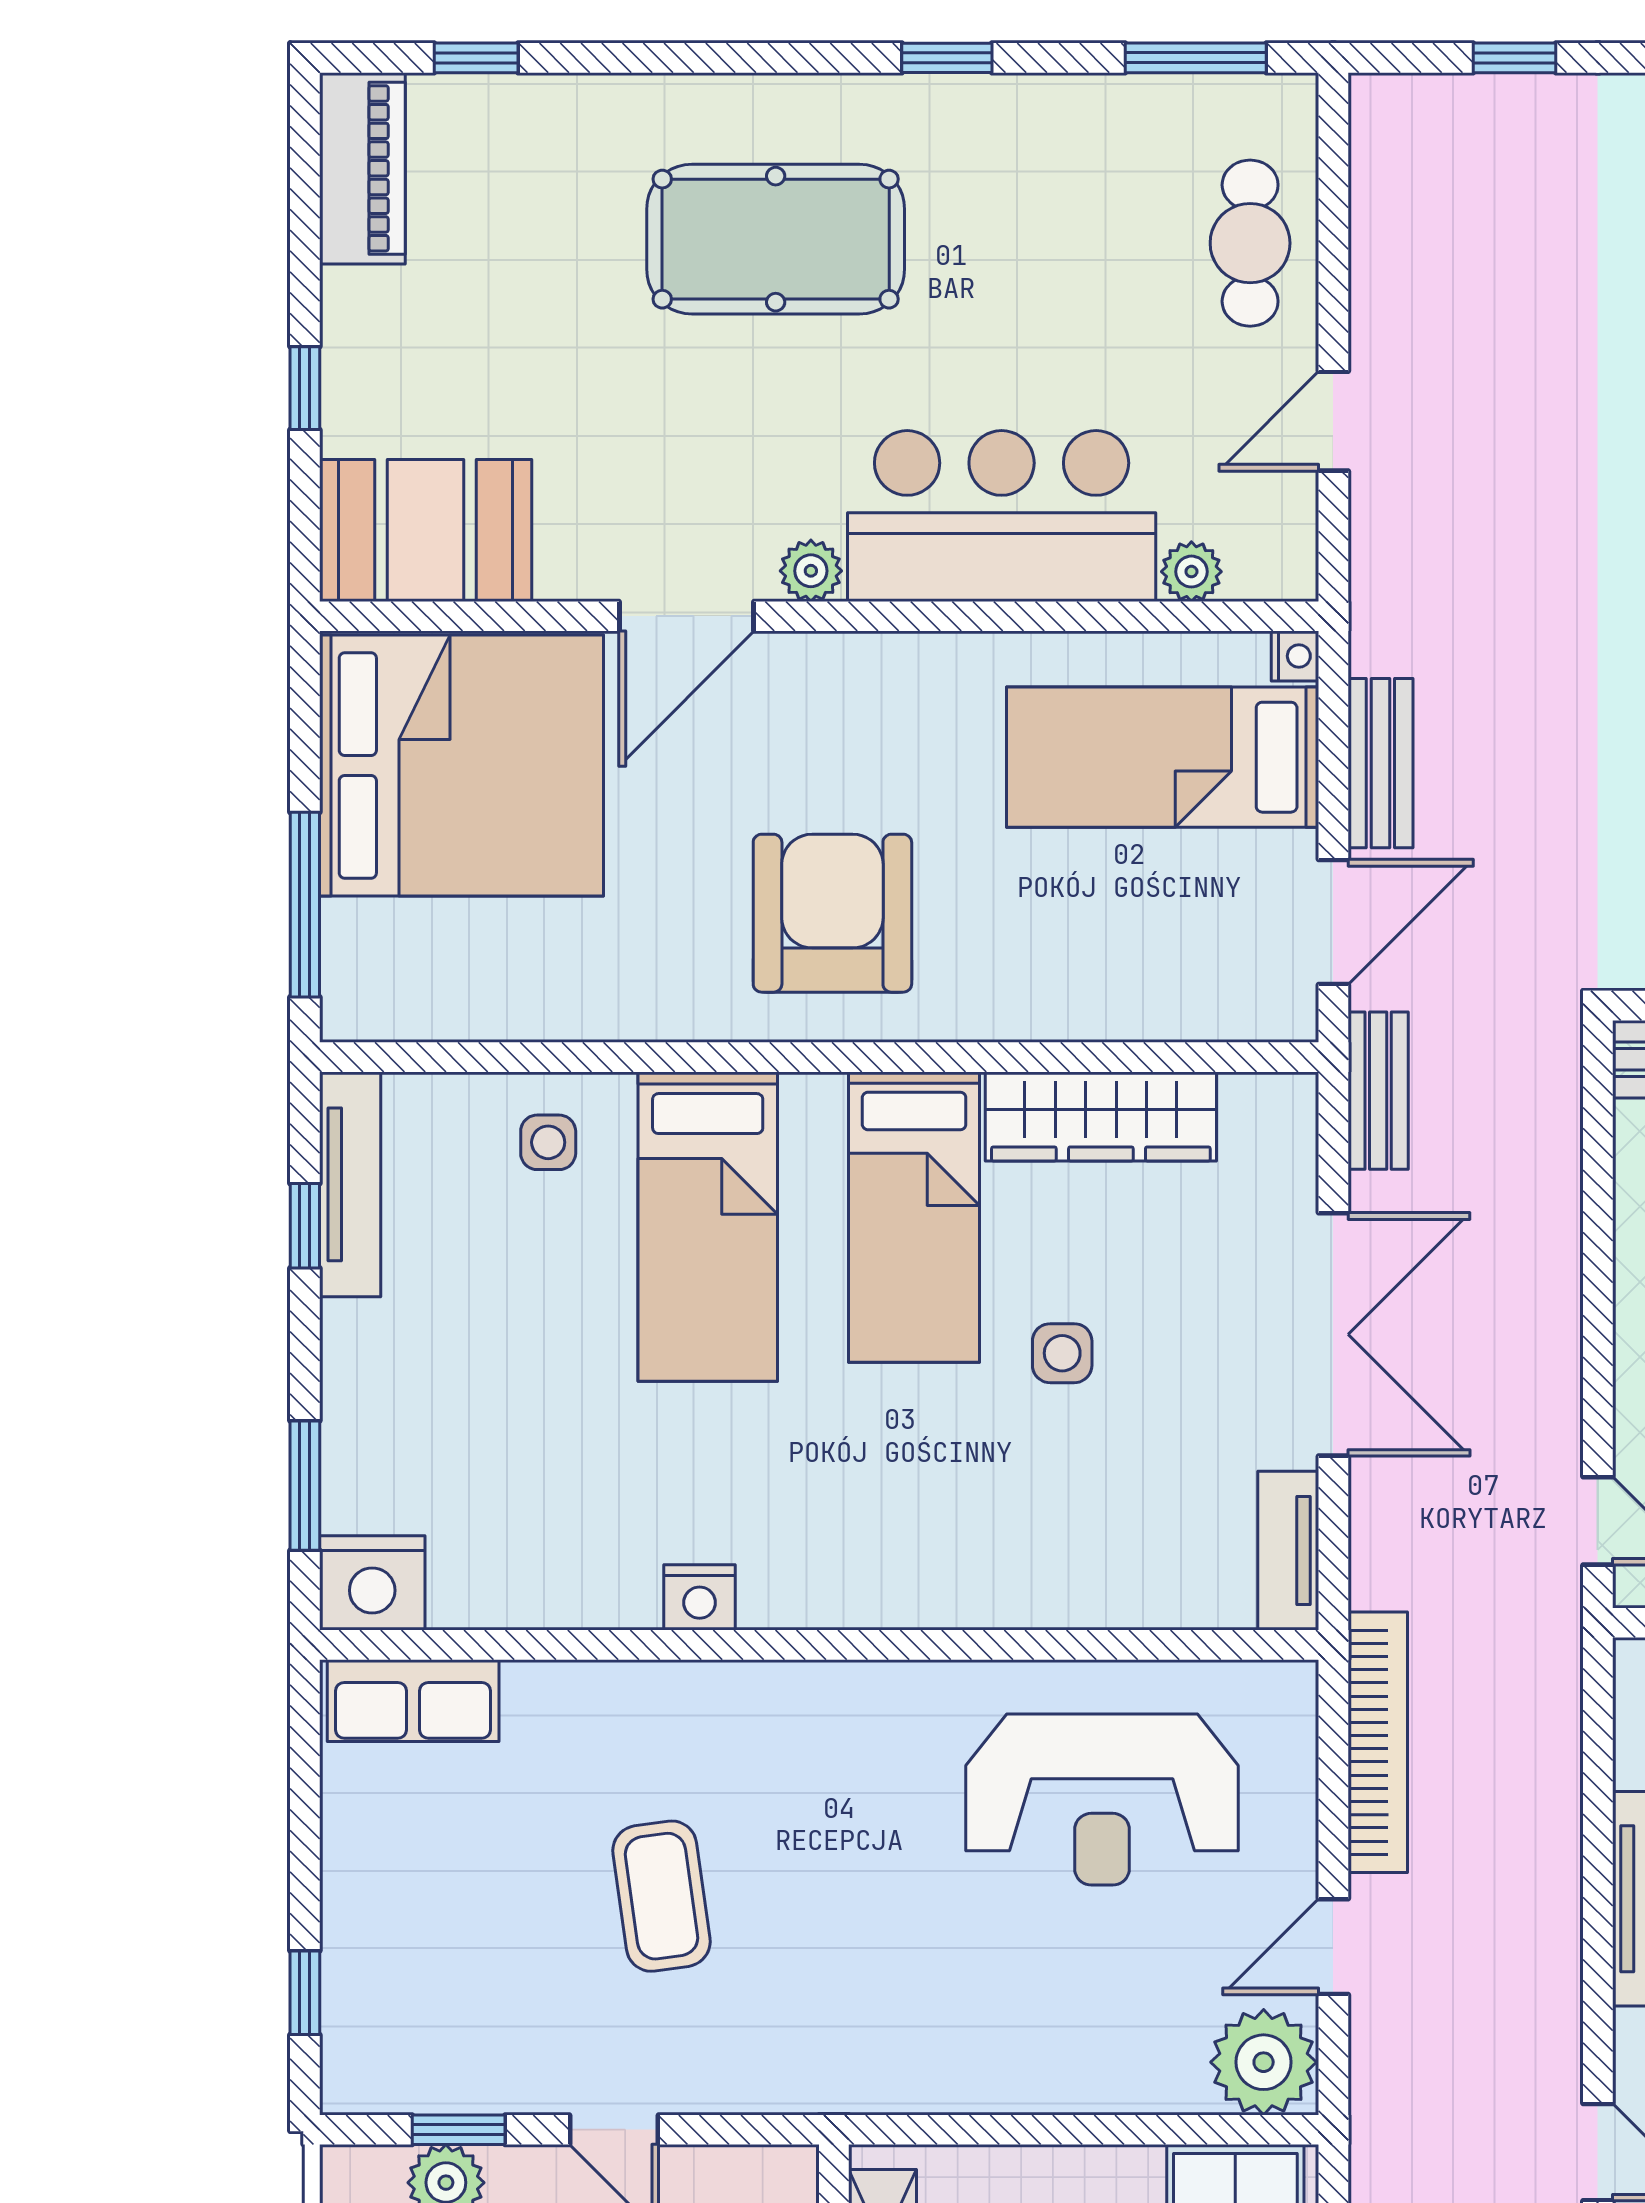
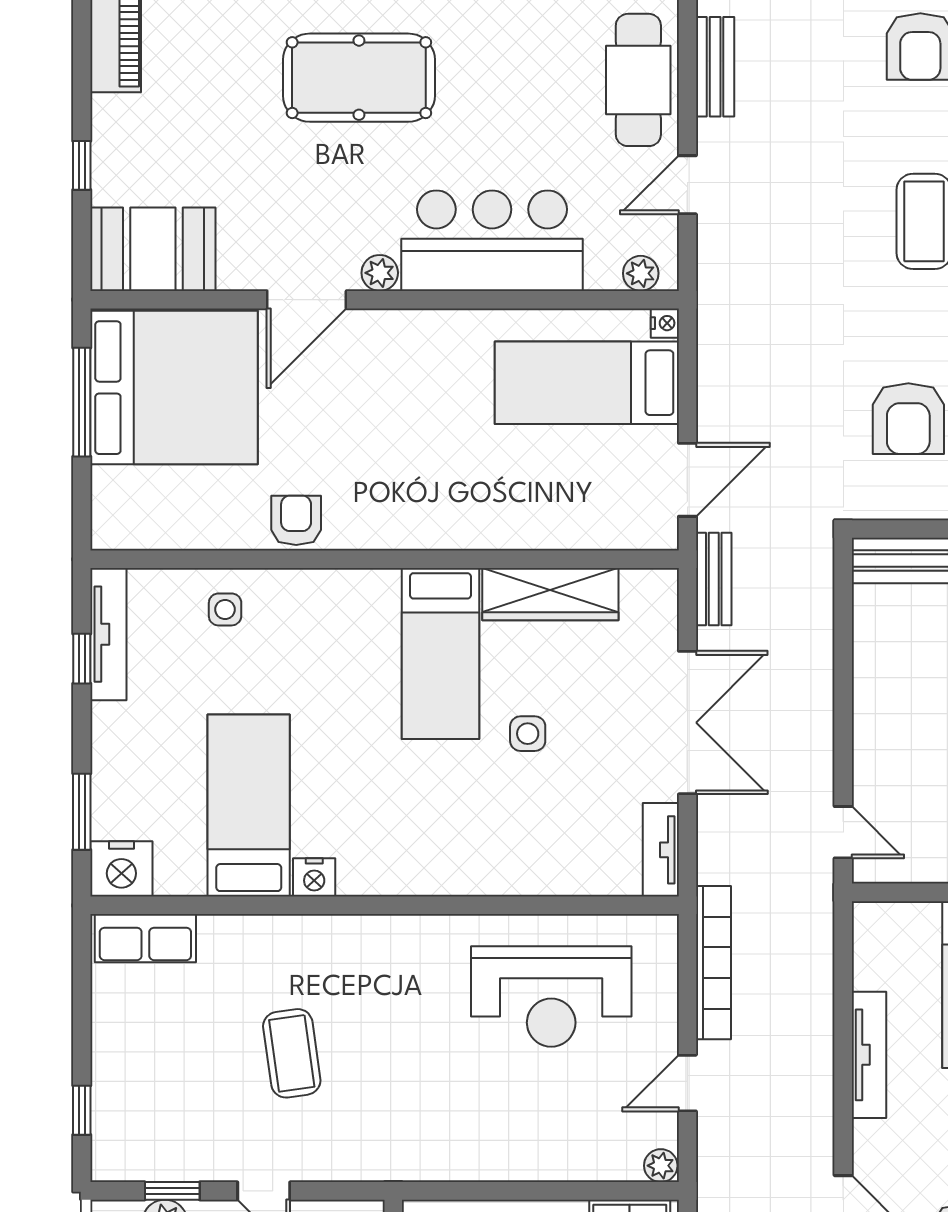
cafe table: (1250, 243) -> (638, 80), width x1.37, depth x1.35
plant: (1191, 572) -> (641, 273), moved
bench: (1380, 763) -> (715, 67), moved
window: (305, 905) -> (82, 402), moved
armchair: (832, 913) -> (296, 520), moved, width x0.53, depth x0.53
bed: (708, 1227) -> (249, 806), moved, turned 180
plant: (1264, 2062) -> (661, 1166), width x0.53, depth x0.53

